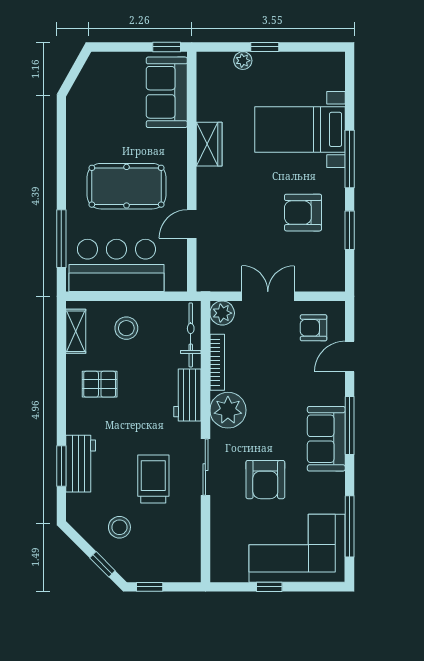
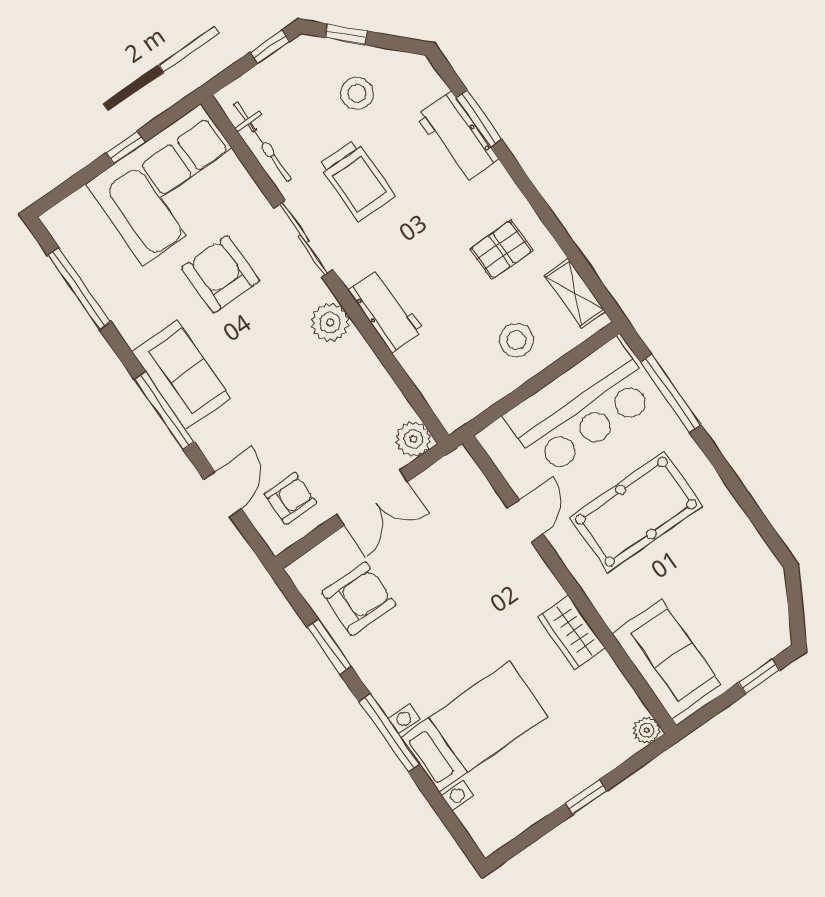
window: (167, 47) -> (759, 677), moved
plant: (243, 61) -> (647, 730), moved
armchair: (303, 213) -> (359, 599), moved
bicycle: (191, 335) -> (262, 142), moved
bookcase: (217, 362) -> (378, 375), removed
plant: (228, 410) -> (330, 322), width x0.73, depth x0.73
corner sofa: (297, 548) -> (172, 185), moved

